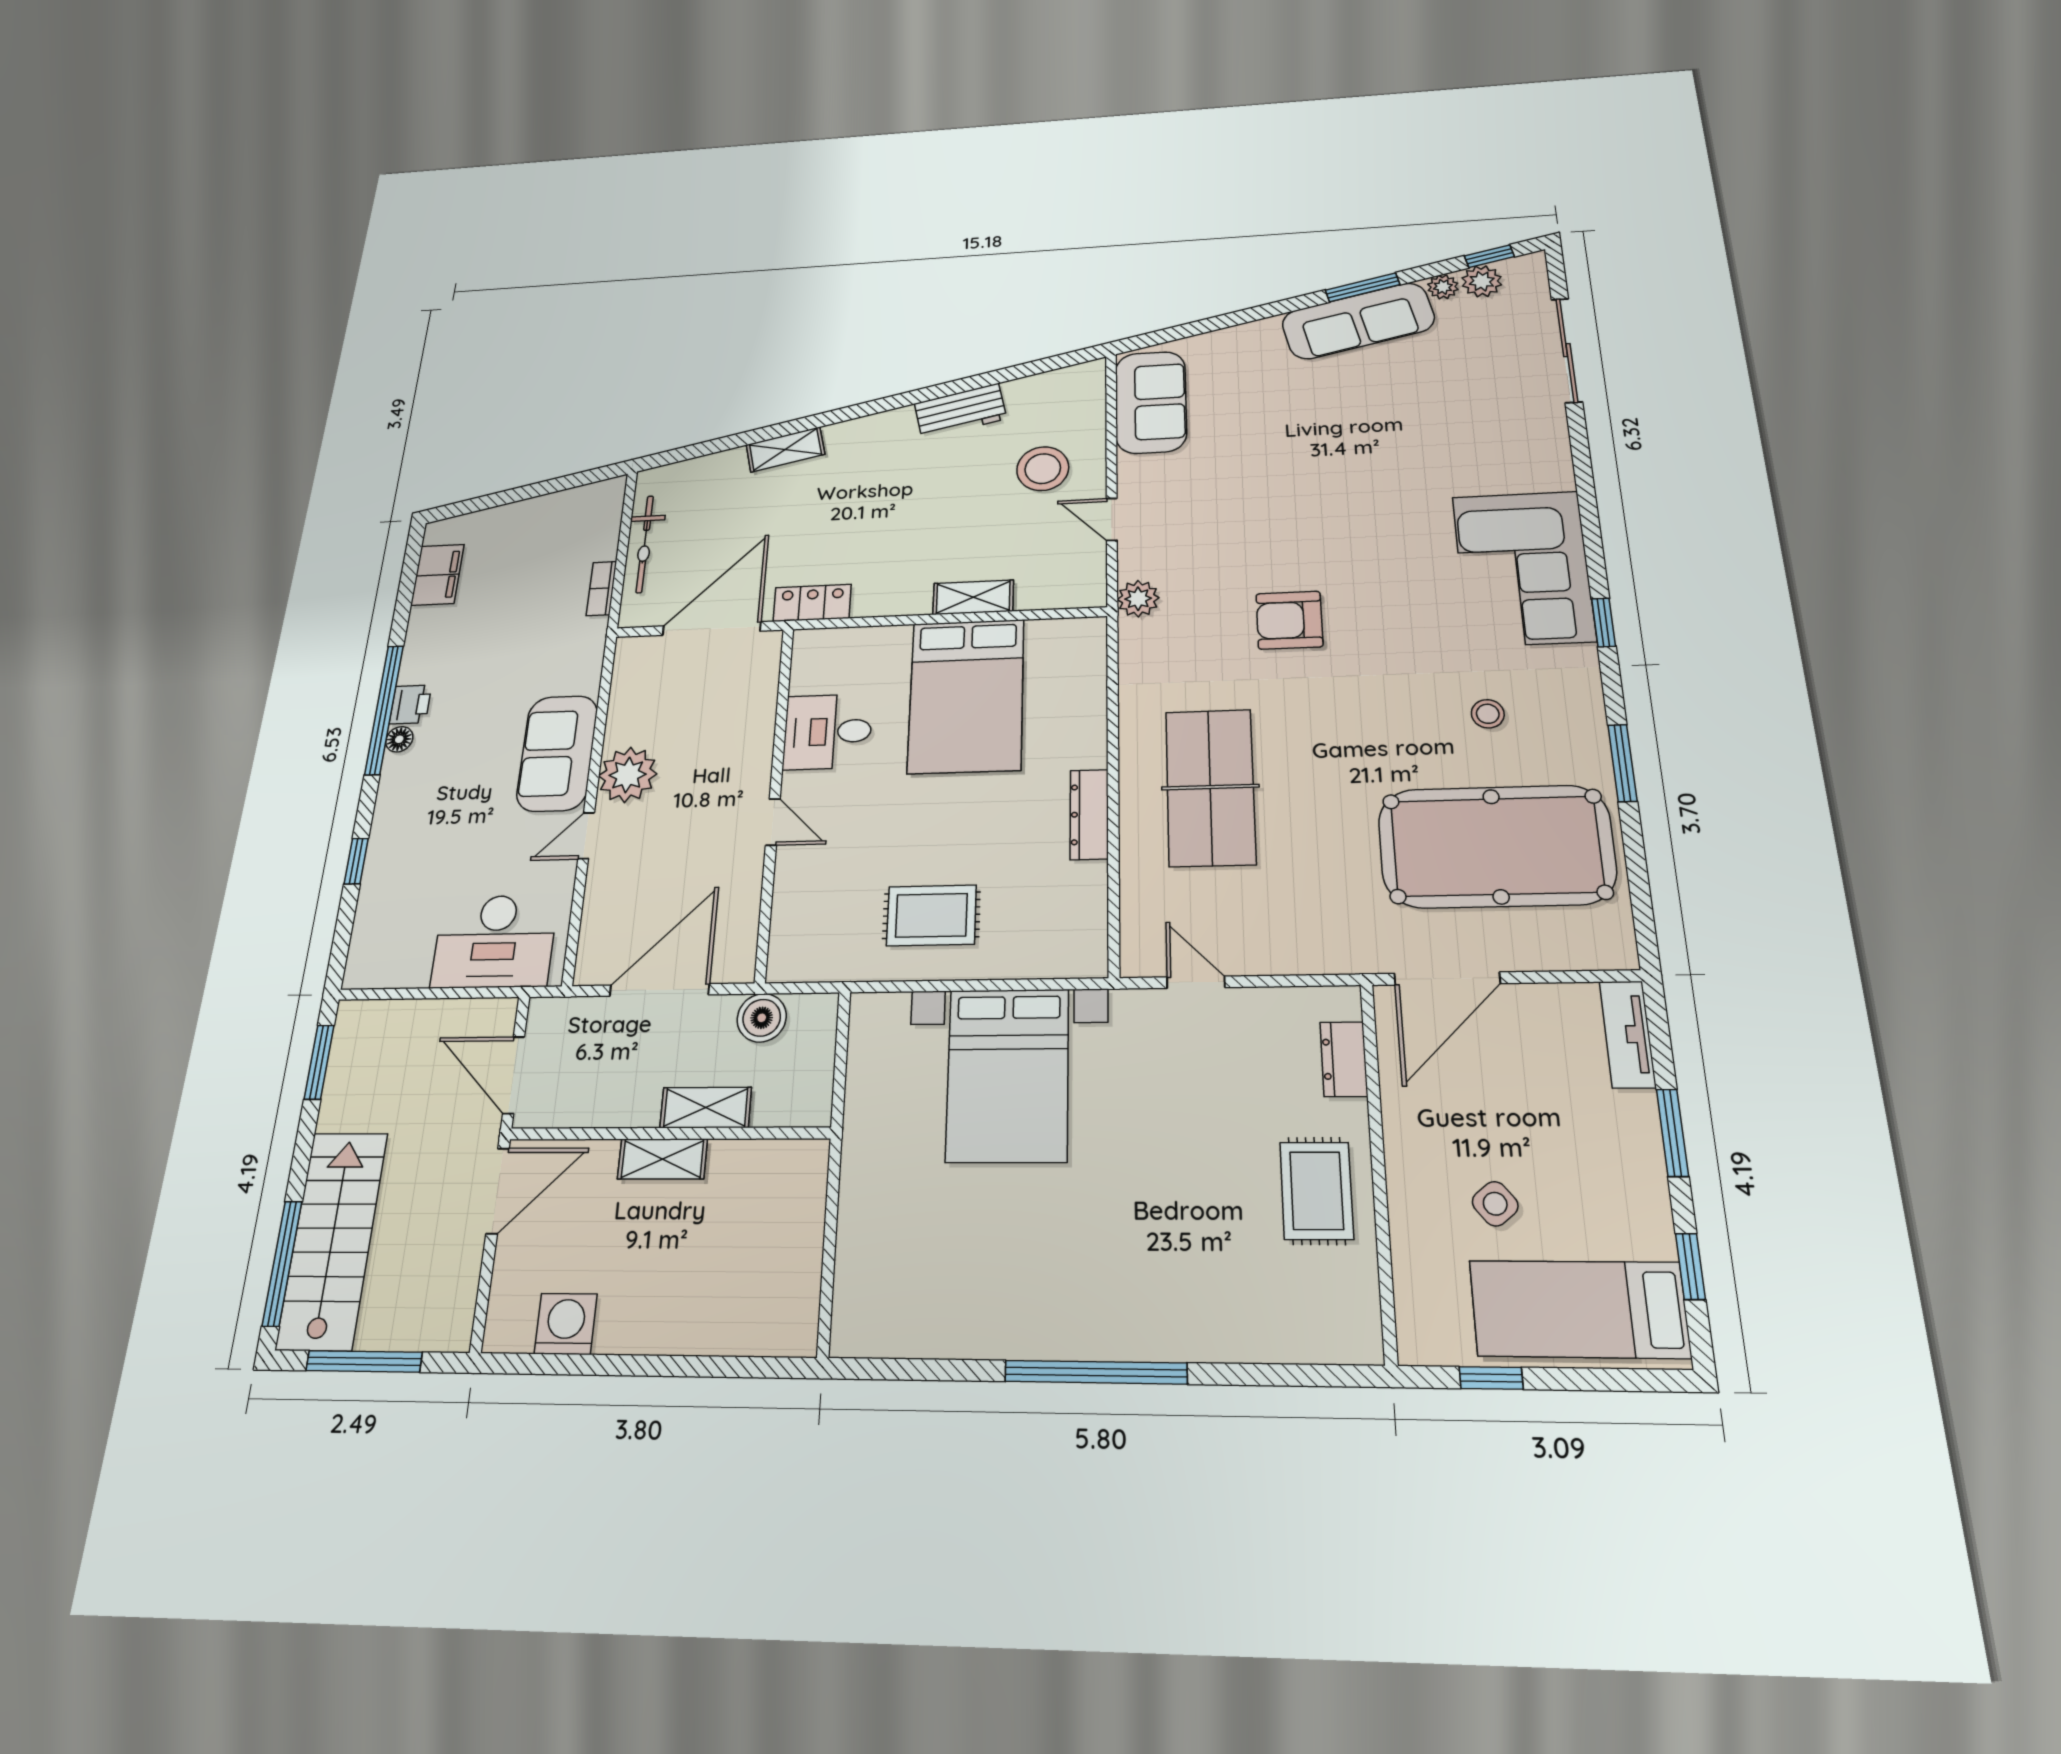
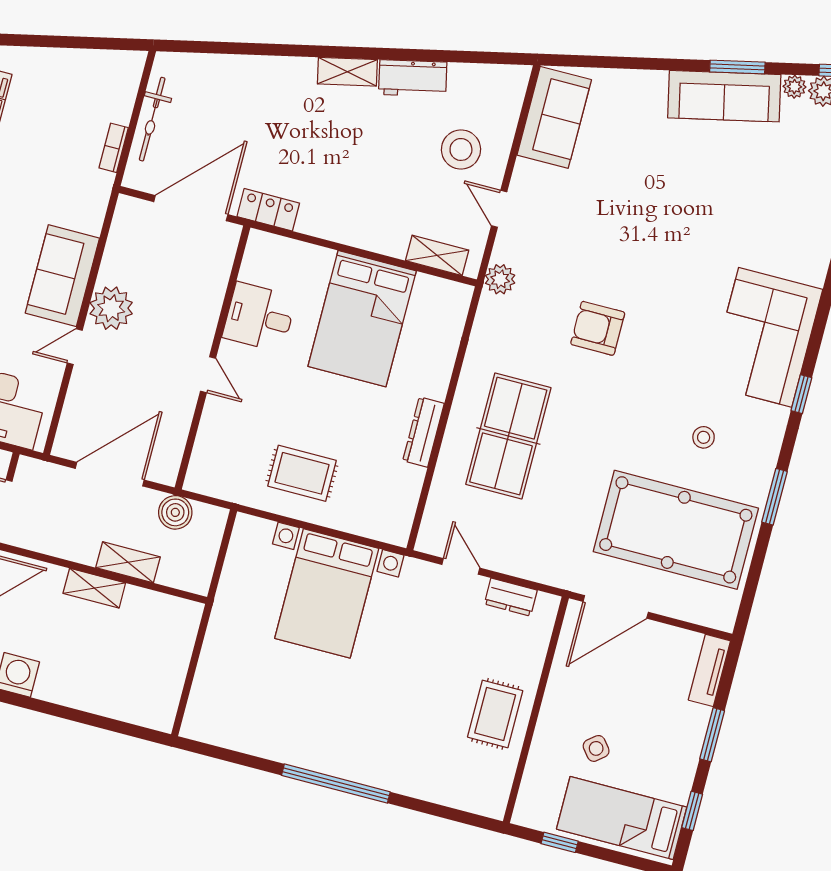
shelving: (785, 449) -> (347, 72), moved
shelving: (973, 597) -> (437, 255), moved
dresser: (1344, 1059) -> (511, 597), moved, turned -90

